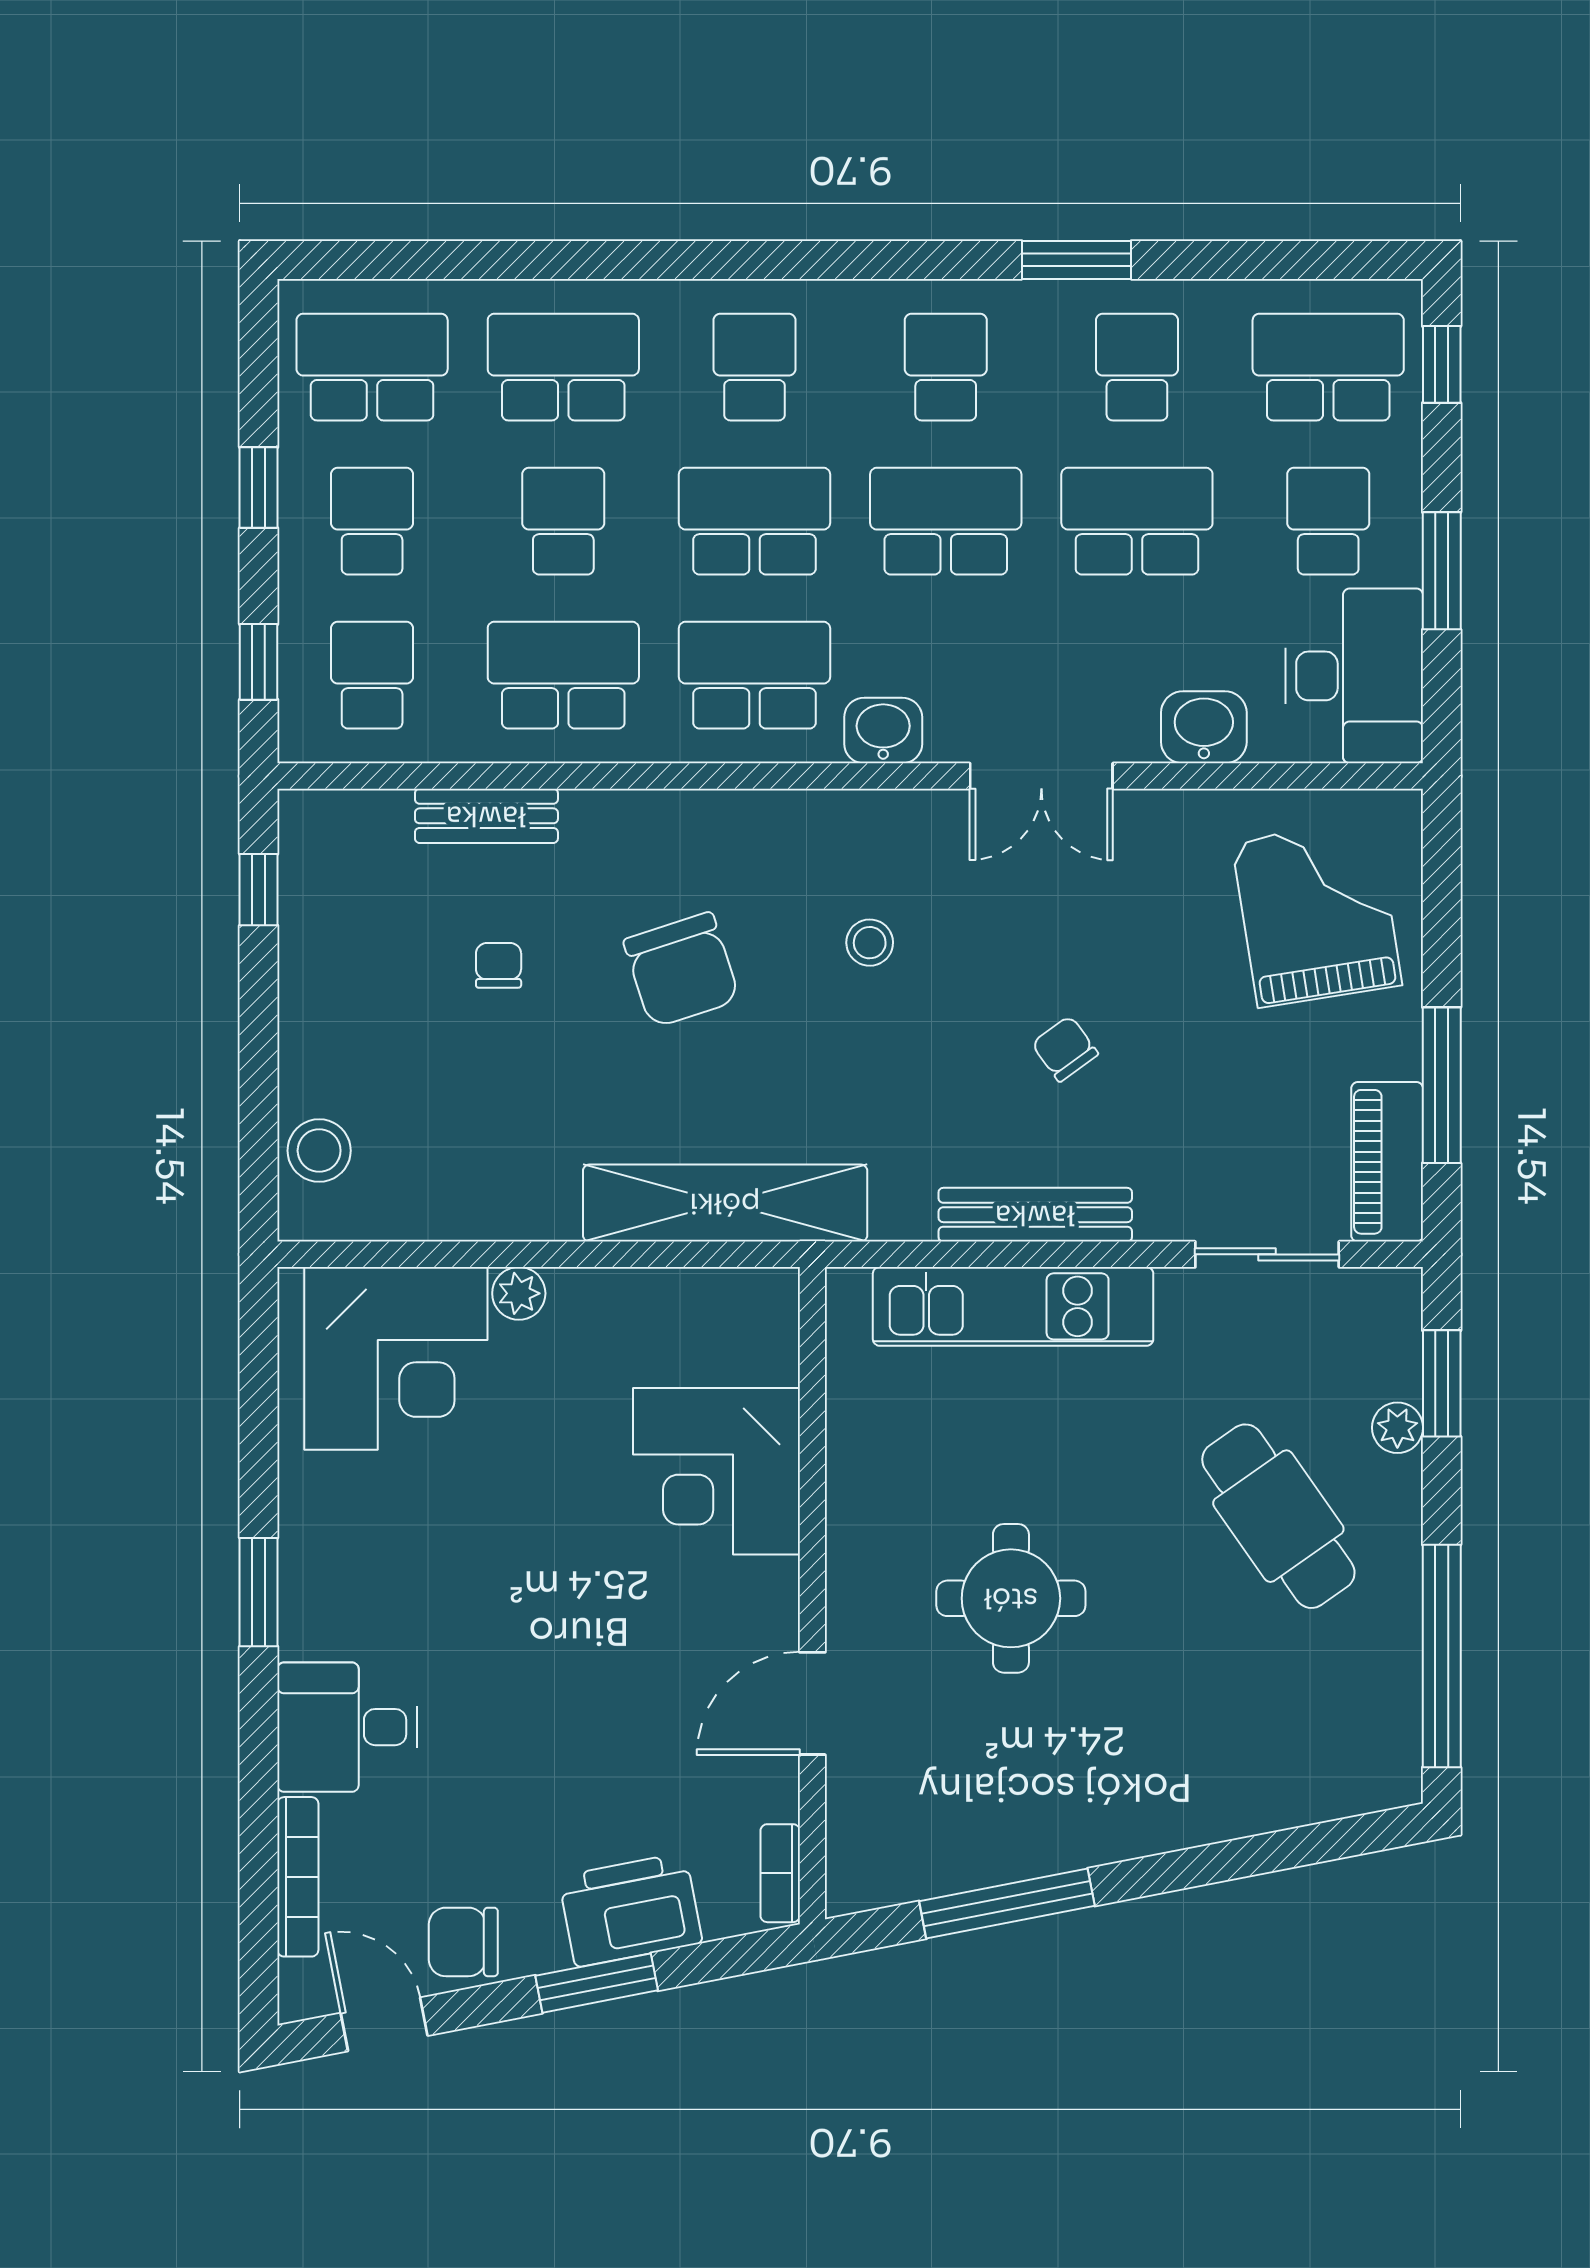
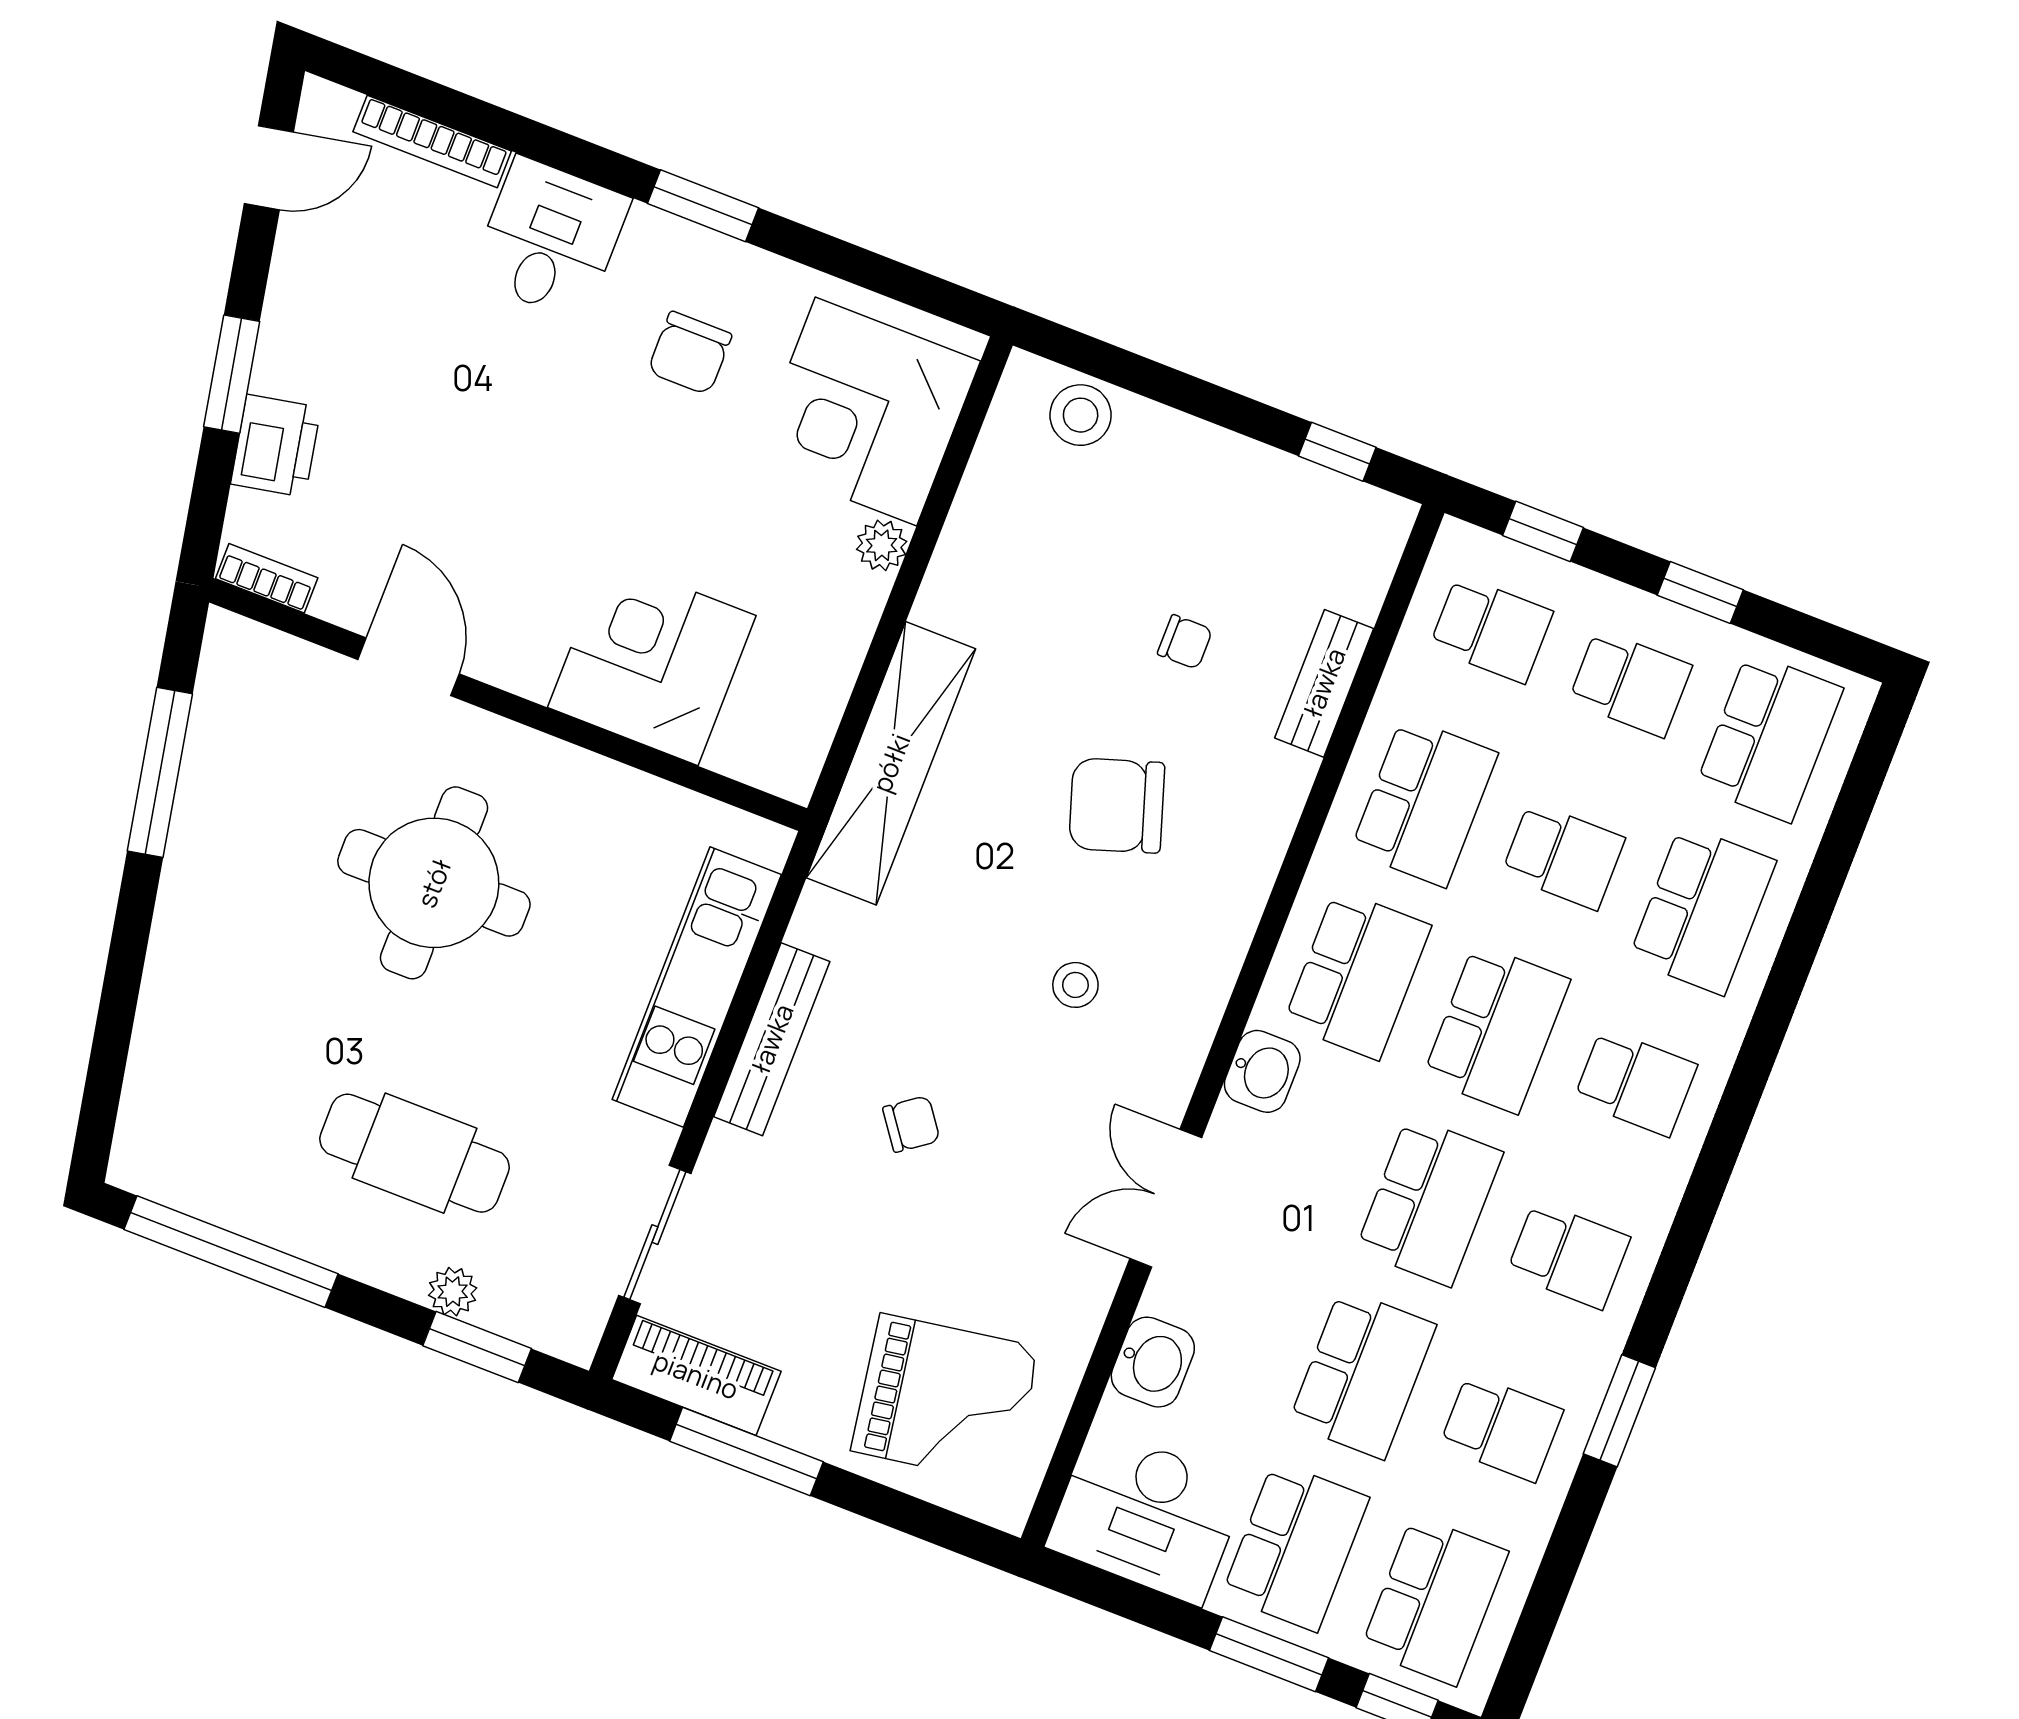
school desk: (1328, 521) -> (1295, 1547), width x1.85
window: (1442, 571) -> (1269, 1654), moved
cafe table: (1278, 1516) -> (415, 1153), turned 35
round table: (1011, 1598) -> (434, 883), width x1.36, depth x1.36
printer: (630, 1910) -> (276, 446), width x0.73, depth x0.84
chair: (463, 1942) -> (690, 353), moved, turned 180

